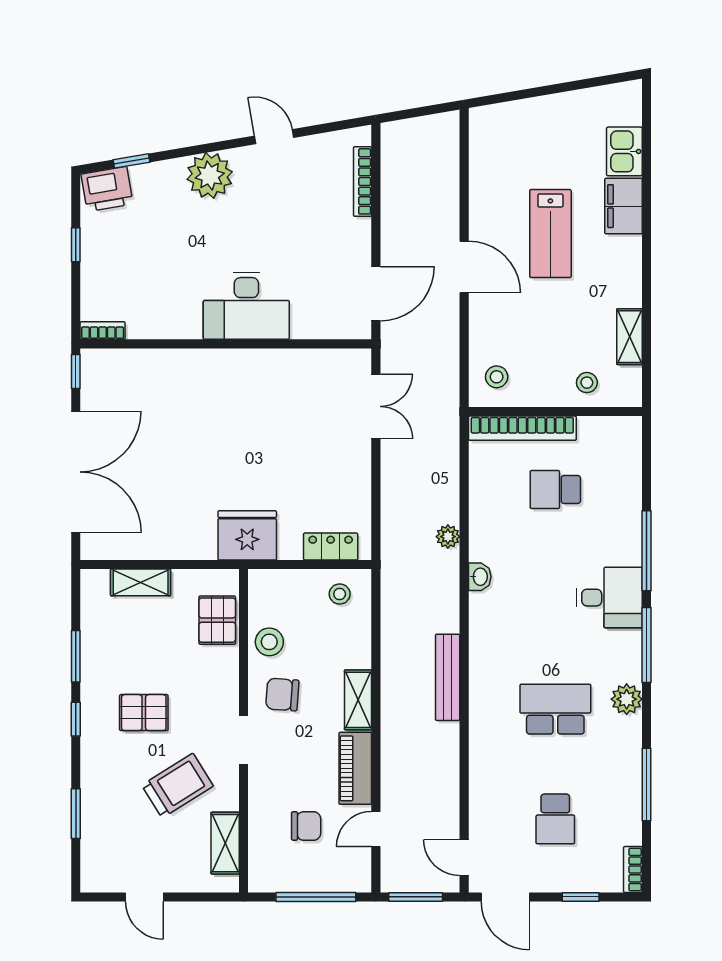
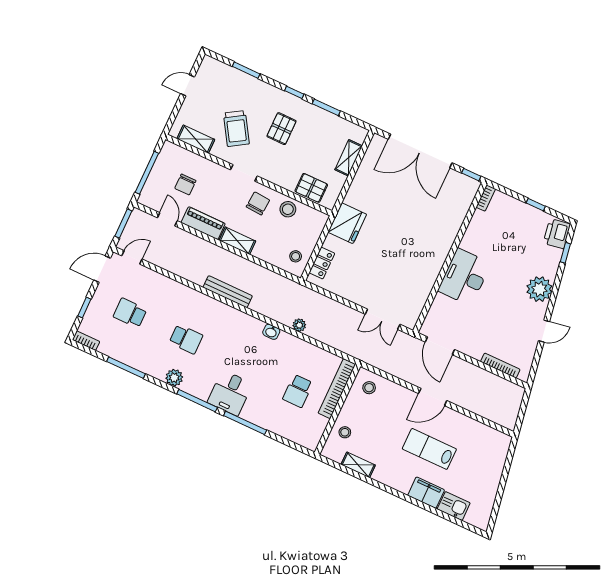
school desk: (555, 489) -> (298, 391), turned 180
school desk: (555, 709) -> (186, 339), width x0.54

